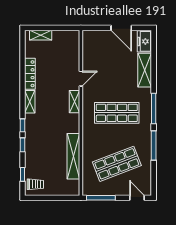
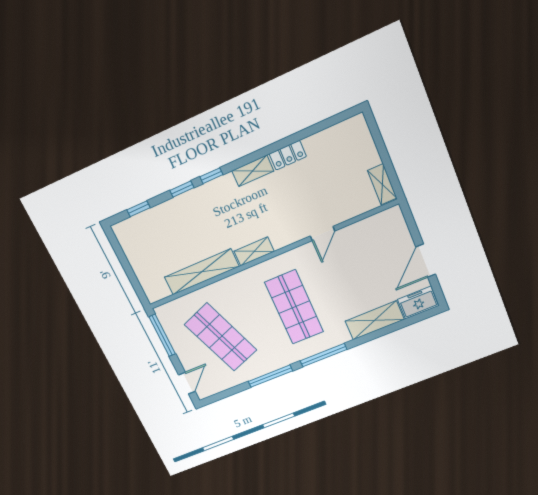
shelving: (41, 35) -> (382, 184), moved
locker: (30, 74) -> (288, 155), width x0.66
door: (81, 79) -> (323, 234), hinge flipped
shelving: (74, 102) -> (254, 251), moved
trolley: (35, 184) -> (134, 235), removed

